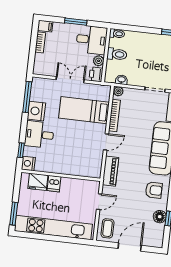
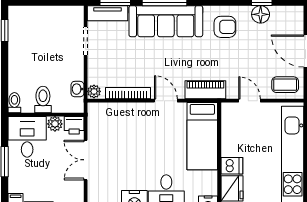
bed: (84, 110) -> (202, 136), moved
armchair: (154, 190) -> (225, 27), turned 90

